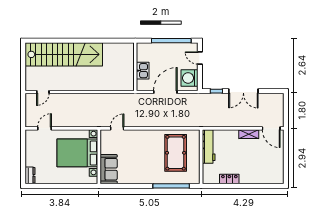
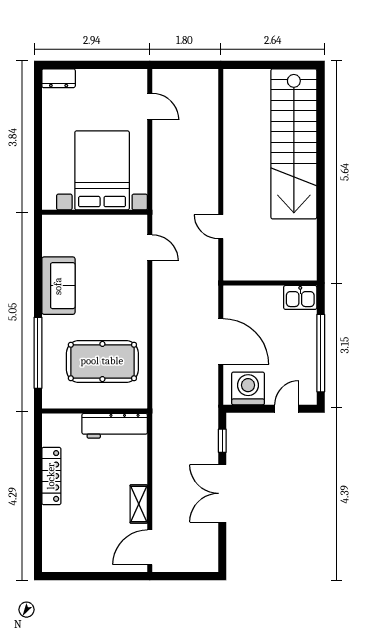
kitchen sink: (143, 71) -> (300, 297), moved
door: (43, 92) -> (221, 227), moved
sofa: (109, 169) -> (58, 286), moved, turned -90
locker: (229, 179) -> (51, 476), width x1.53

